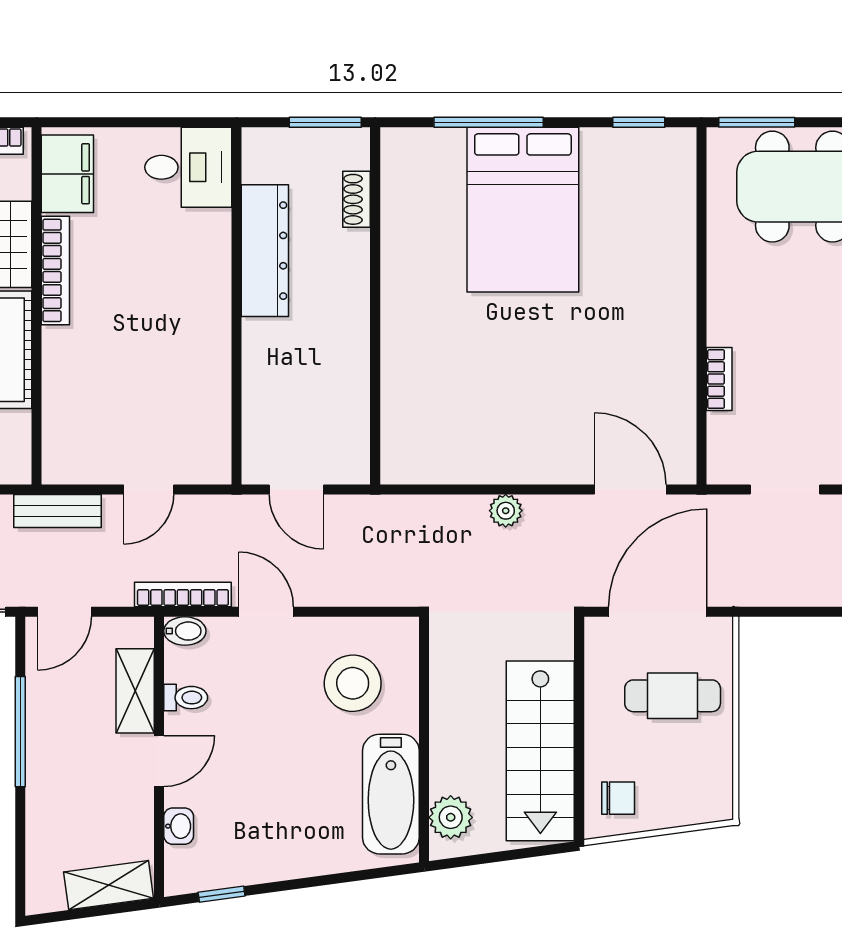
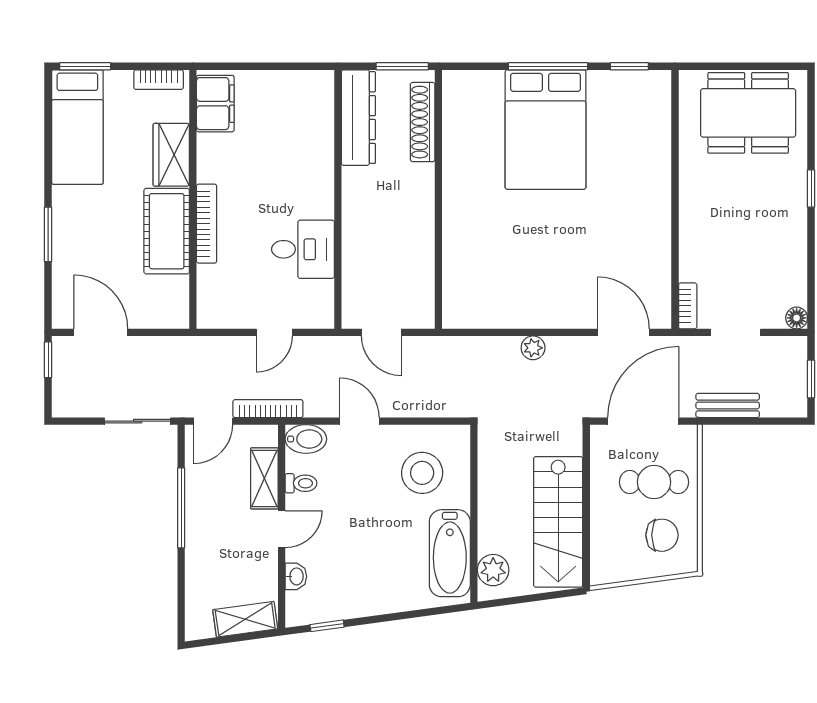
window: (489, 122) -> (548, 66), moved
window: (757, 122) -> (715, 66), removed
desk: (188, 167) -> (303, 249), moved
shoe rack: (357, 199) -> (423, 122), width x1.94, depth x1.24
dresser: (265, 251) -> (358, 118), moved
bookcase: (55, 270) -> (207, 224), moved
bookcase: (719, 379) -> (688, 306), moved
bench: (57, 511) -> (728, 405), moved
bookcase: (183, 595) -> (268, 409), moved
bidet: (185, 631) -> (306, 439), width x1.38, depth x1.36
chair: (618, 798) -> (662, 535), moved, width x1.37, depth x1.37

